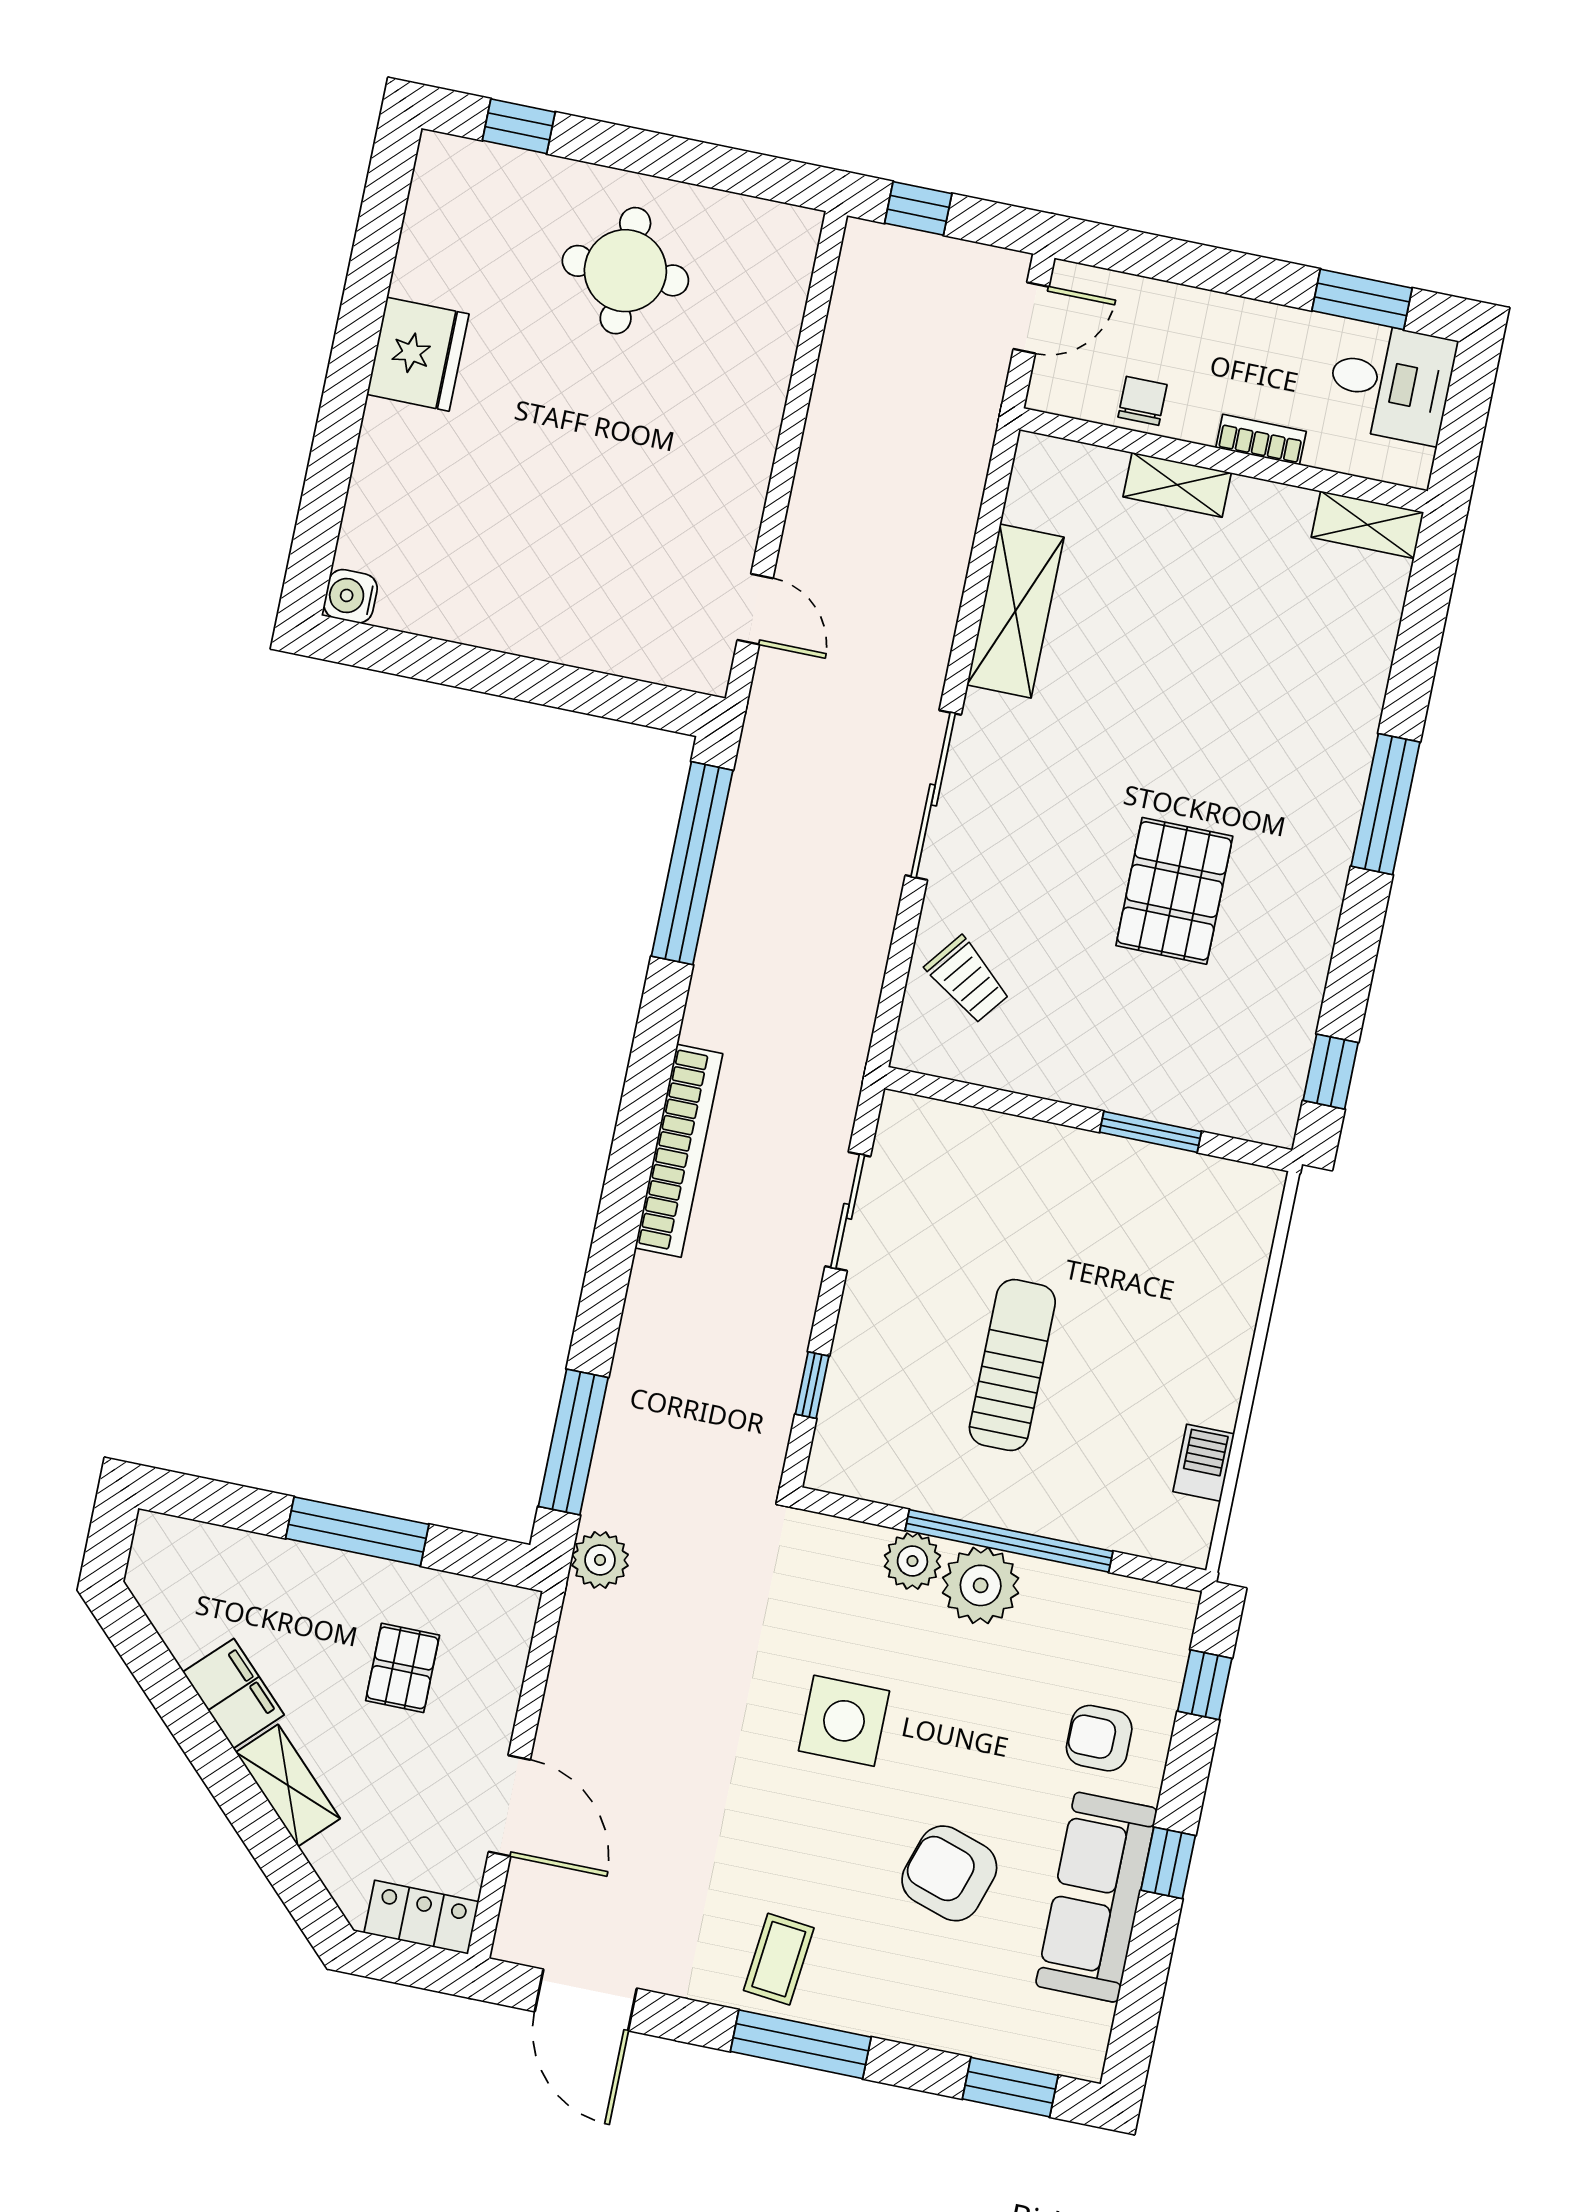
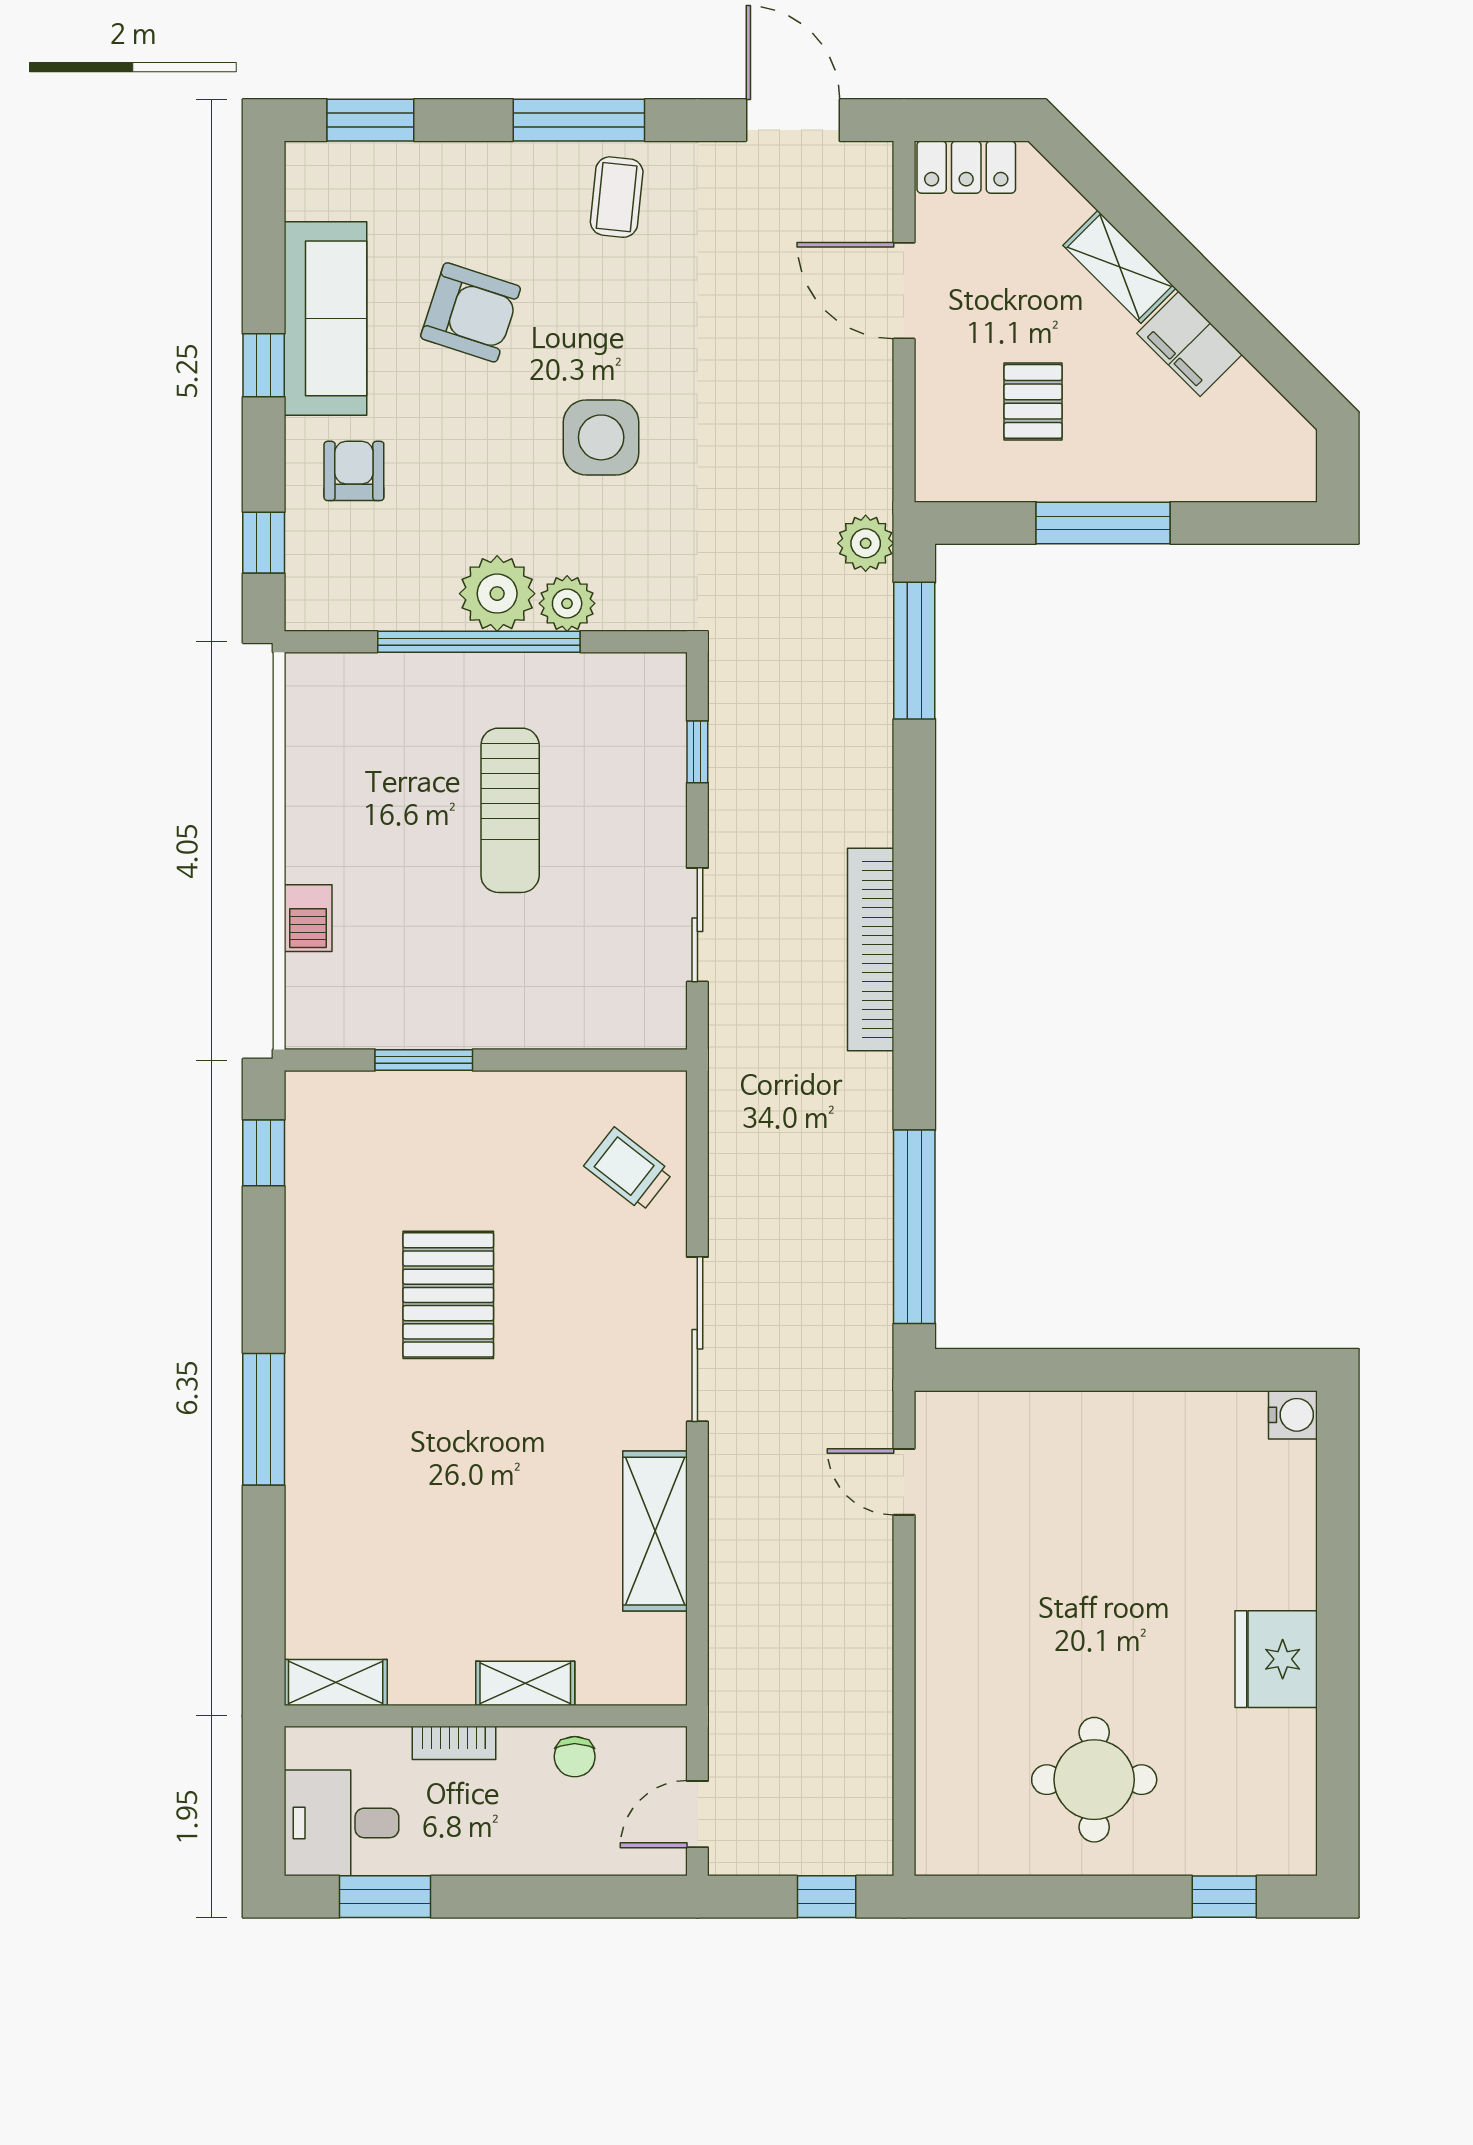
barbecue: (1204, 1463) -> (308, 918), moved
armchair: (1099, 1738) -> (354, 471), turned -90

